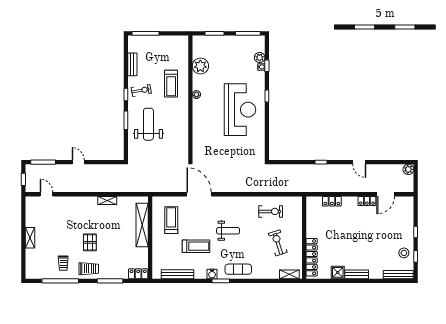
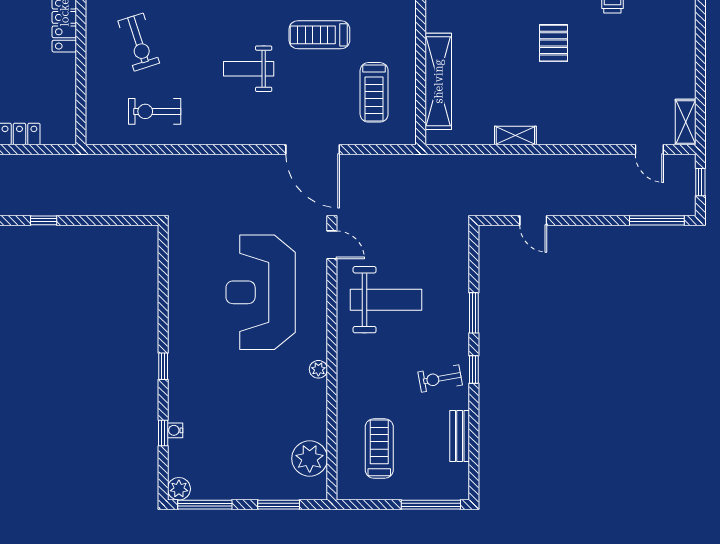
plant: (260, 58) -> (179, 489), moved
plant: (200, 66) -> (310, 459), moved
treadmill: (171, 84) -> (379, 448), moved
reception desk: (240, 110) -> (261, 292), moved
weight bench: (148, 124) -> (386, 300), moved, turned -90
door: (190, 151) -> (332, 245), added
door: (78, 162) -> (533, 220), moved
shelving: (30, 238) -> (686, 122), moved

